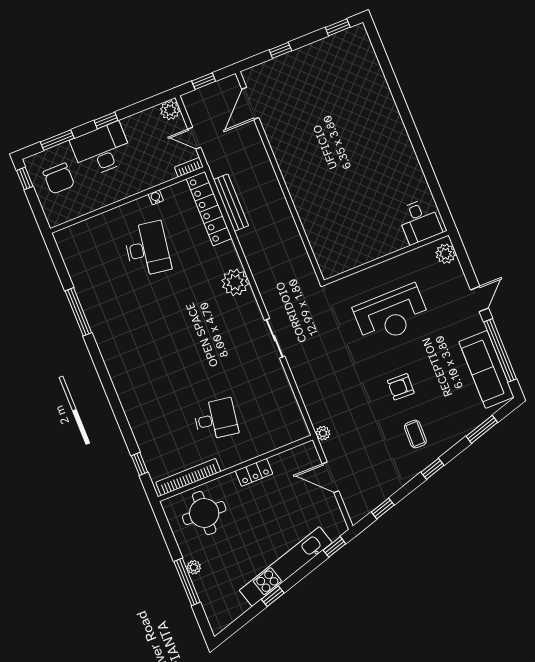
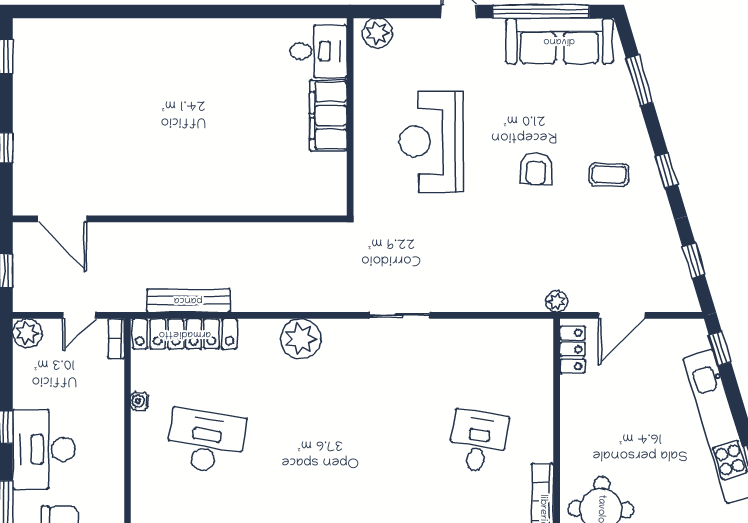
filing cabinet: (382, 244) -> (328, 115), added
reception desk: (391, 315) -> (431, 141), turned 180
locker: (254, 472) -> (572, 349), moved

